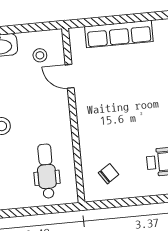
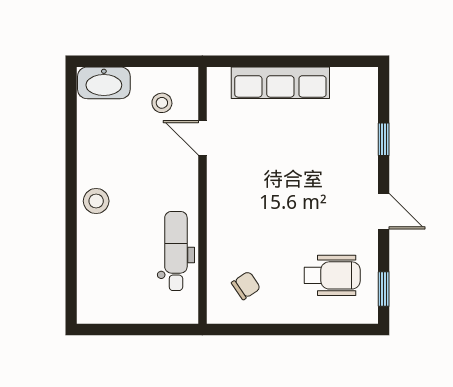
dental chair: (46, 171) -> (176, 251), moved

